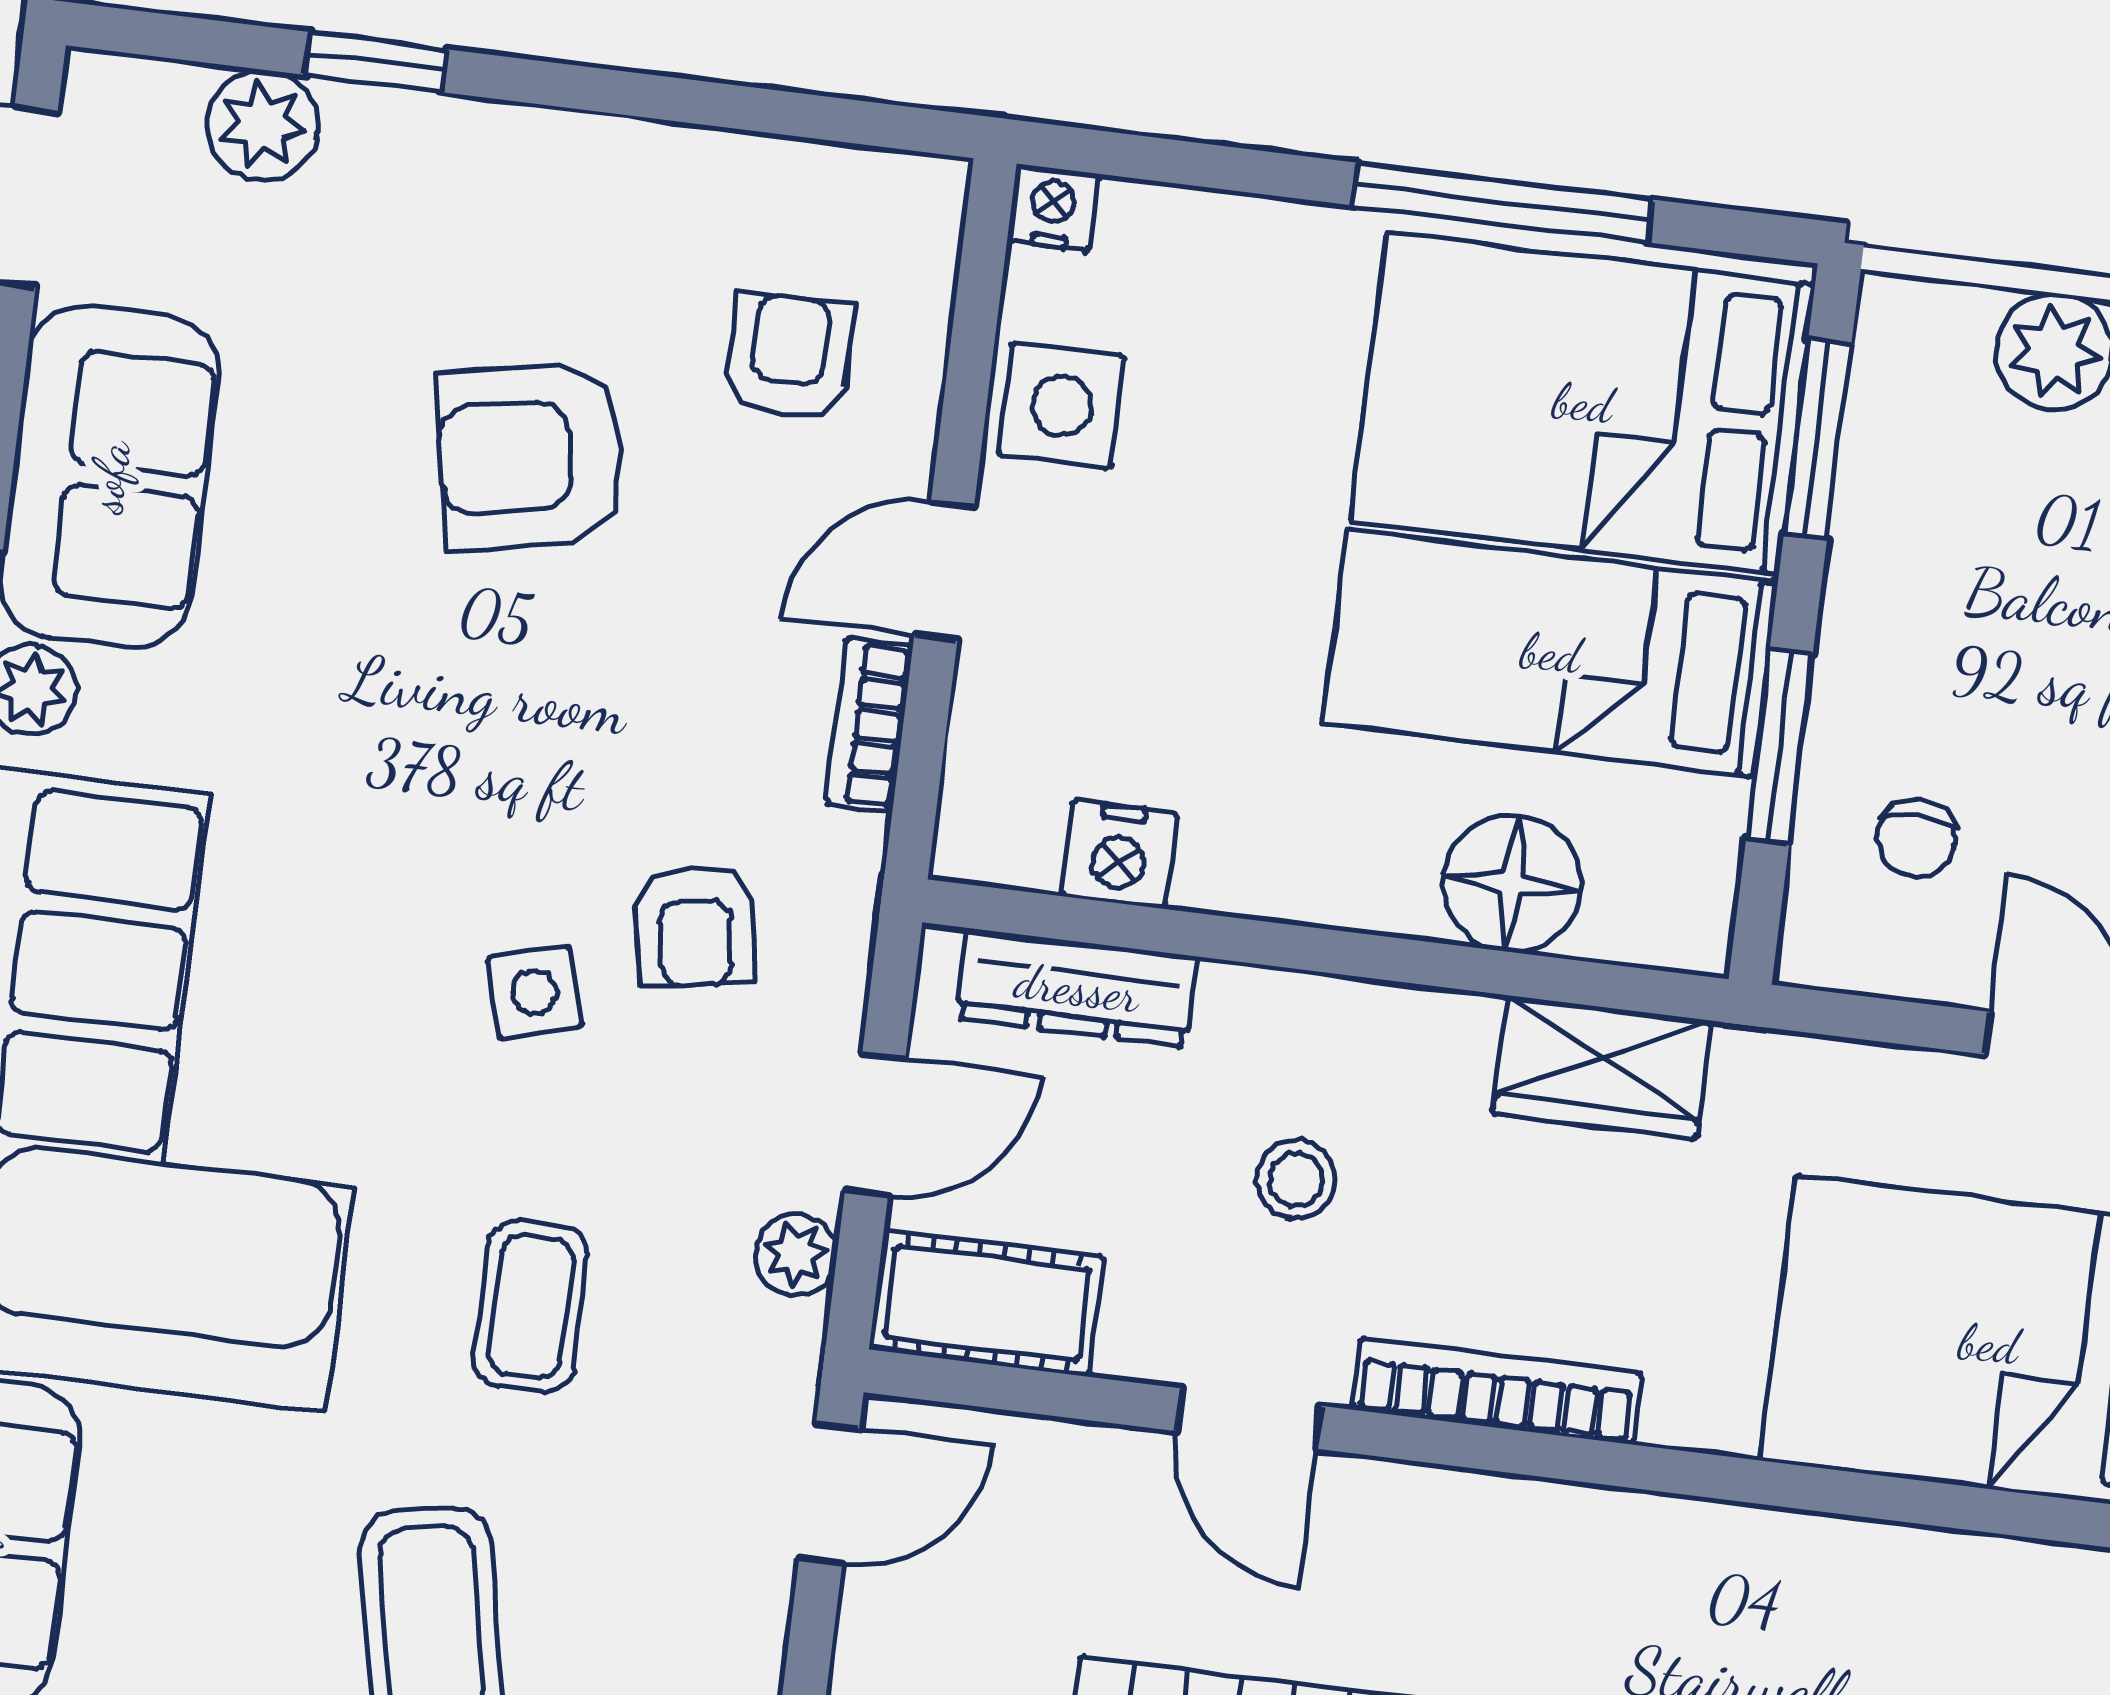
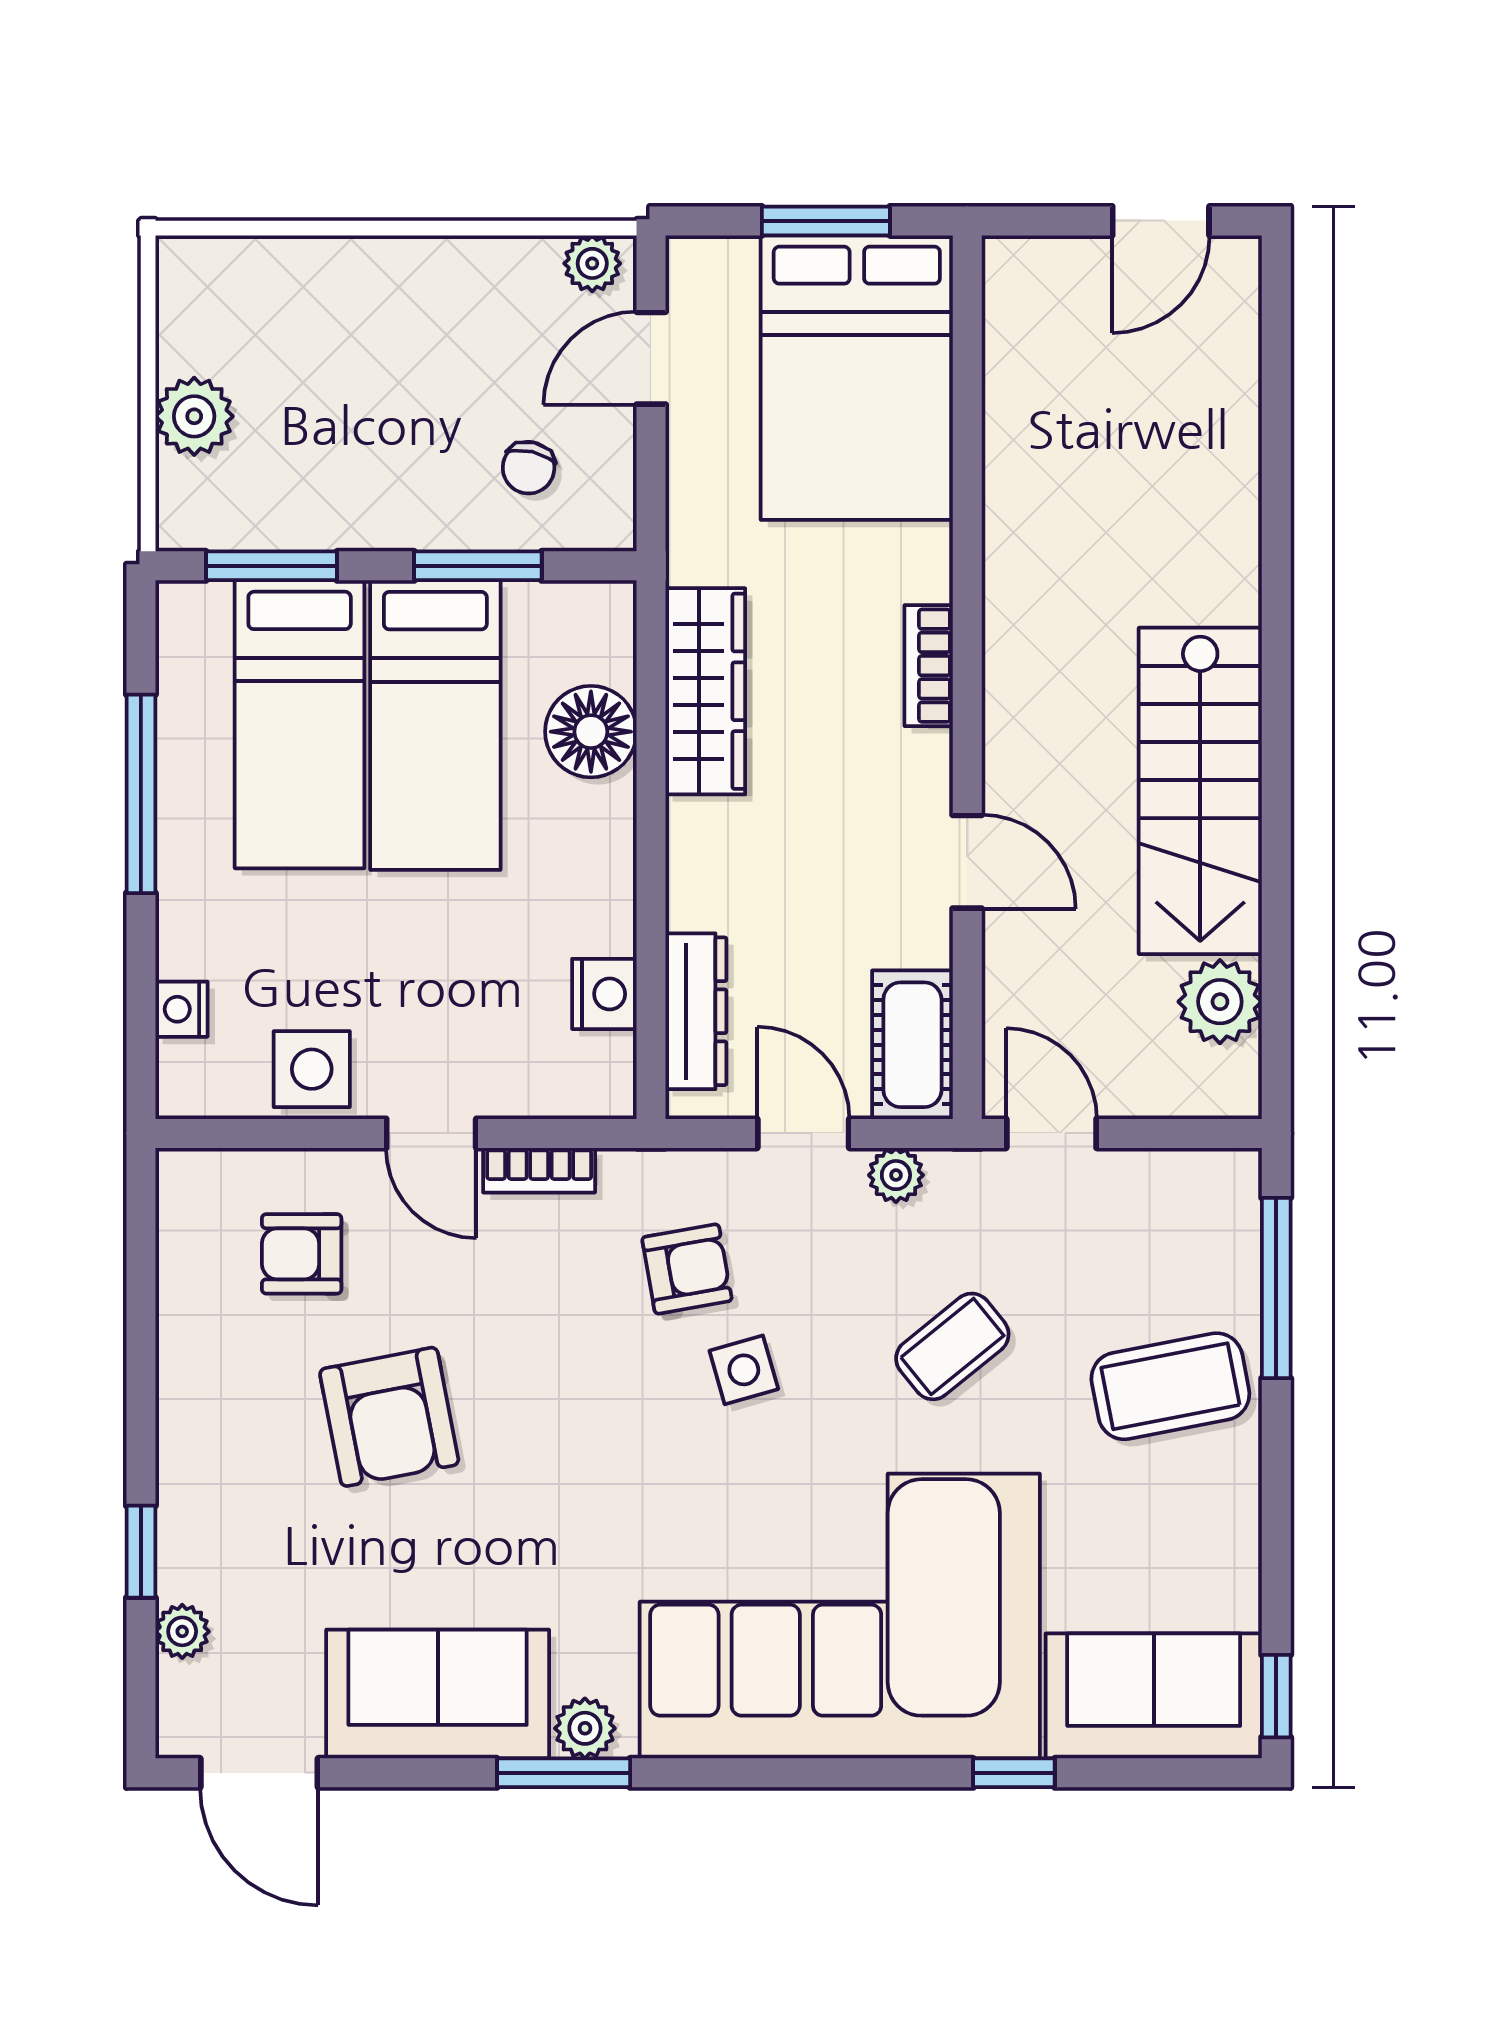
plant: (263, 125) -> (182, 1631), width x0.73, depth x0.73
nightstand: (1053, 208) -> (181, 1009), moved
bed: (1583, 403) -> (300, 724), width x0.67
chair: (1916, 839) -> (529, 468), turned 103
wardrobe: (1602, 1067) -> (705, 691), width x1.50
stool: (1296, 1179) -> (805, 850), removed
coffee table: (531, 1307) -> (952, 1346), turned -39
bookcase: (1497, 1391) -> (929, 666), width x0.64
door: (1249, 1419) -> (967, 862), hinge flipped

